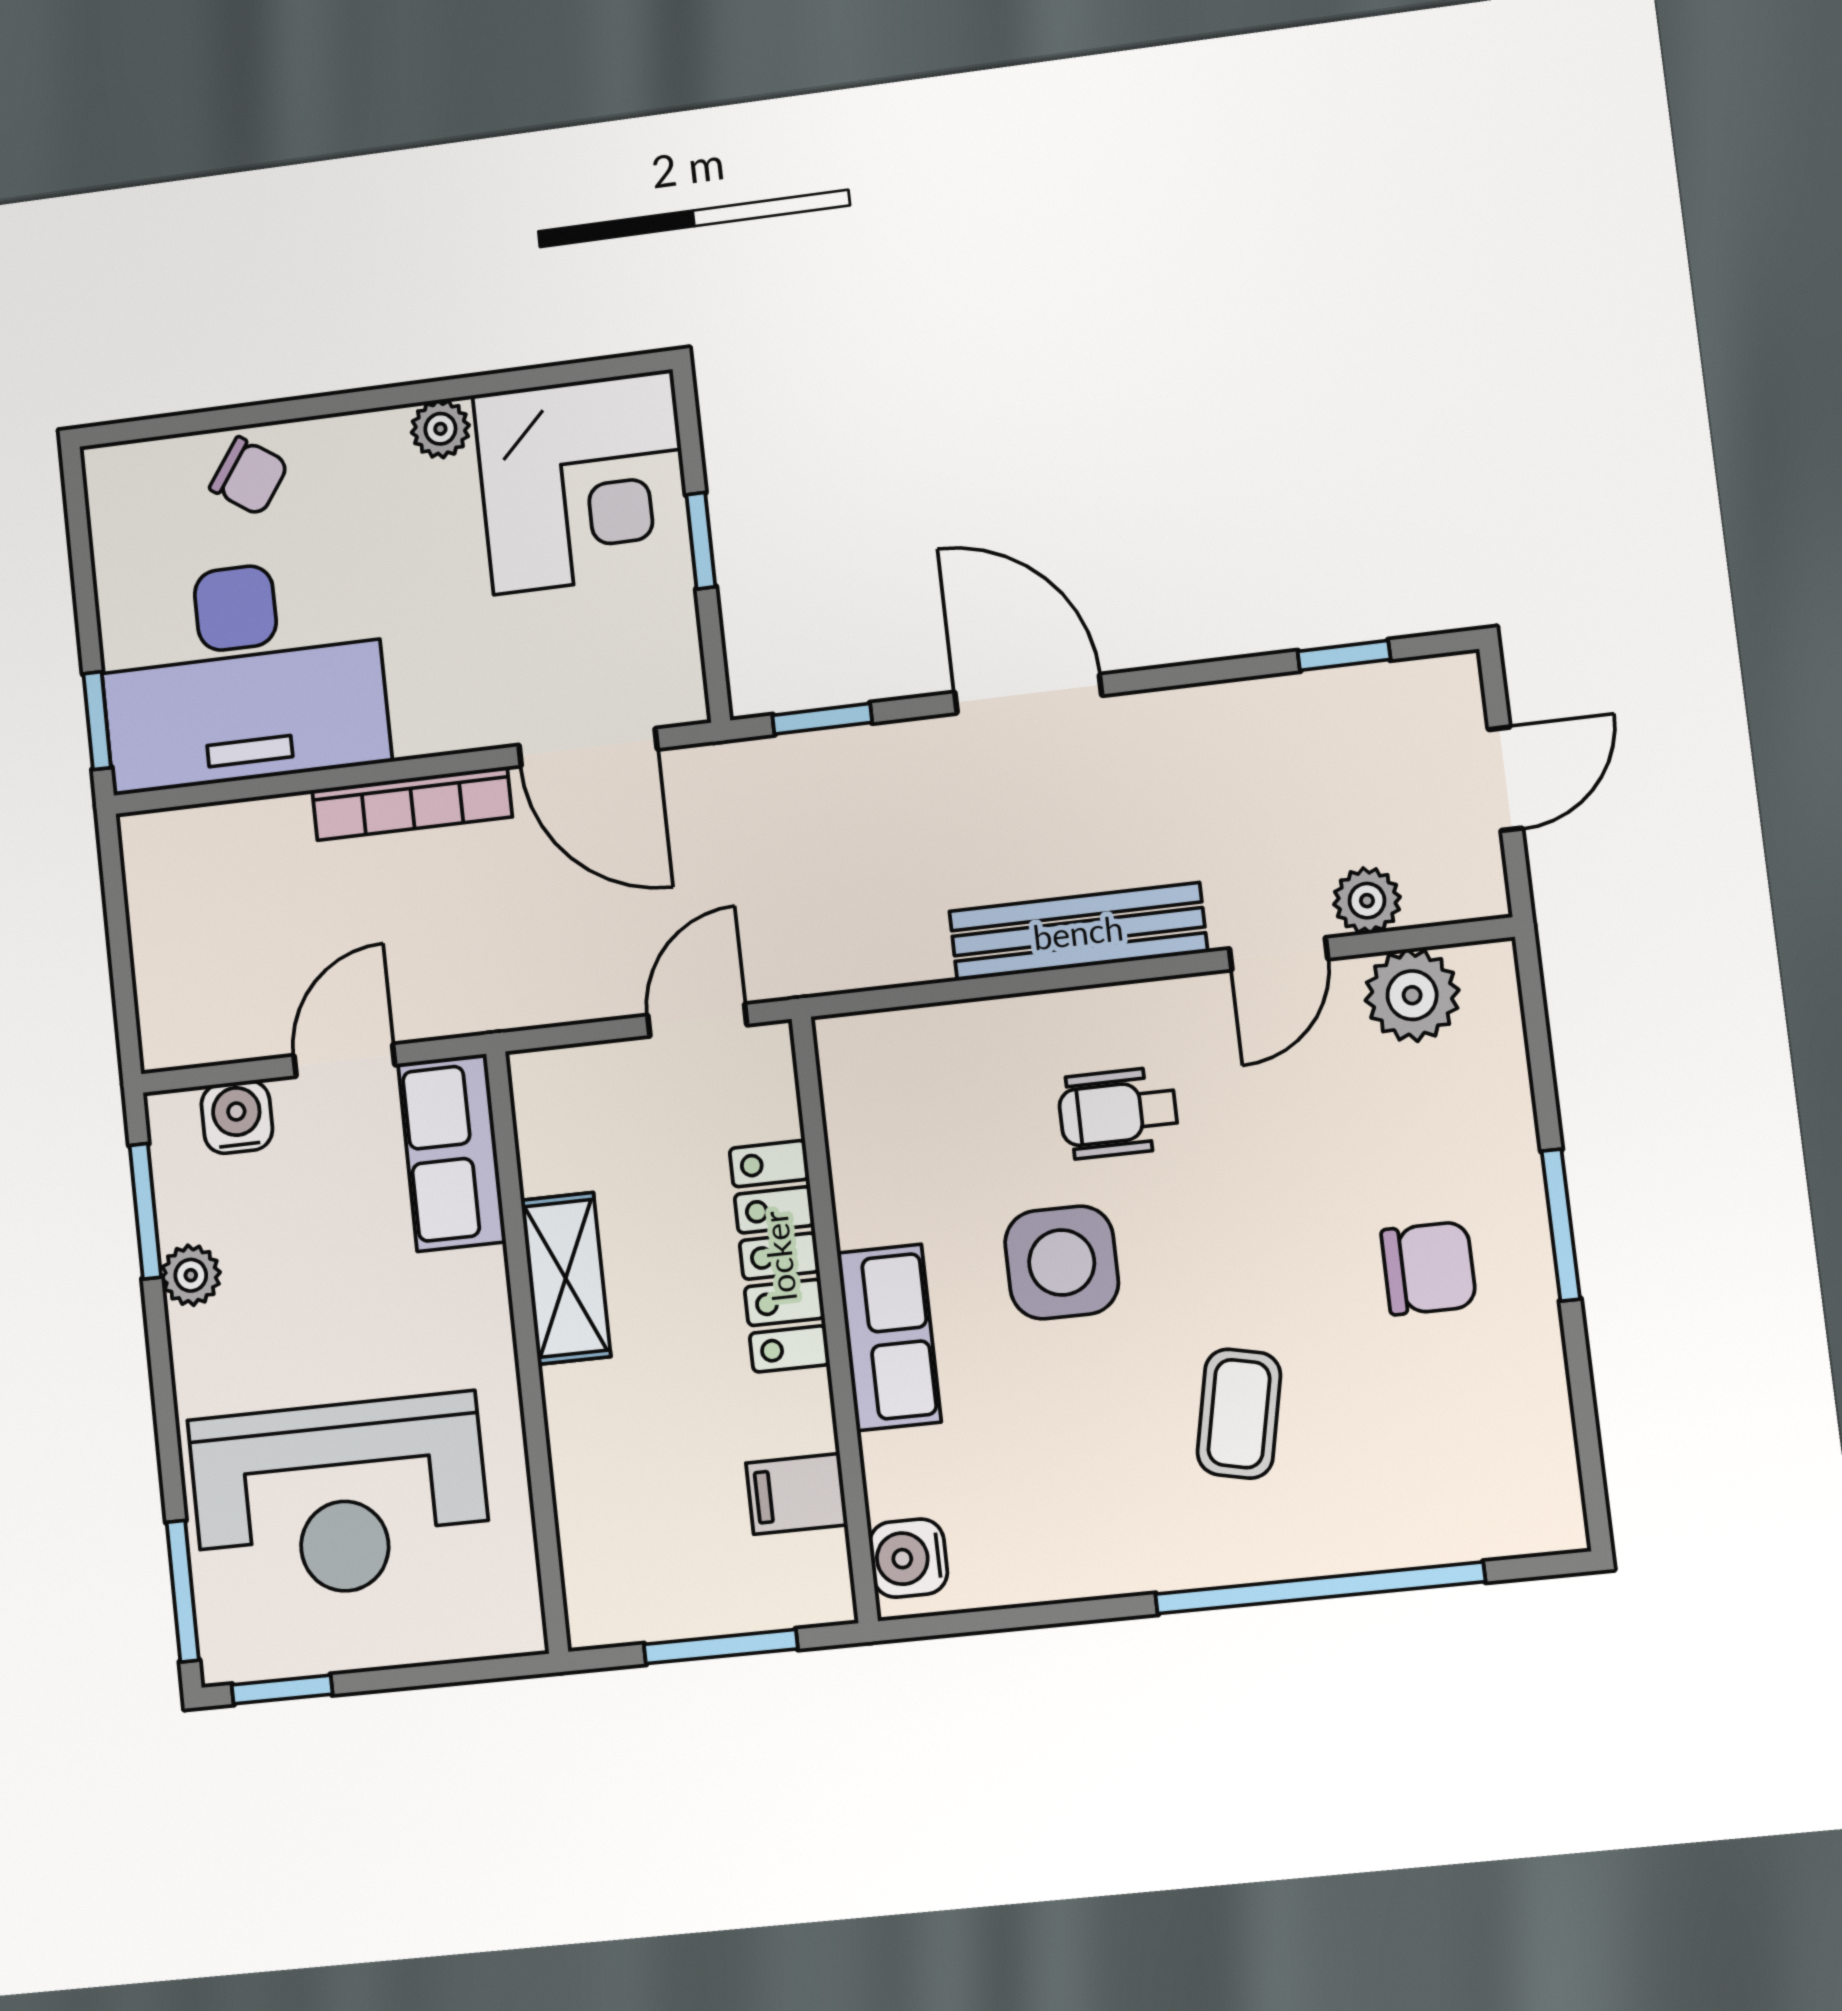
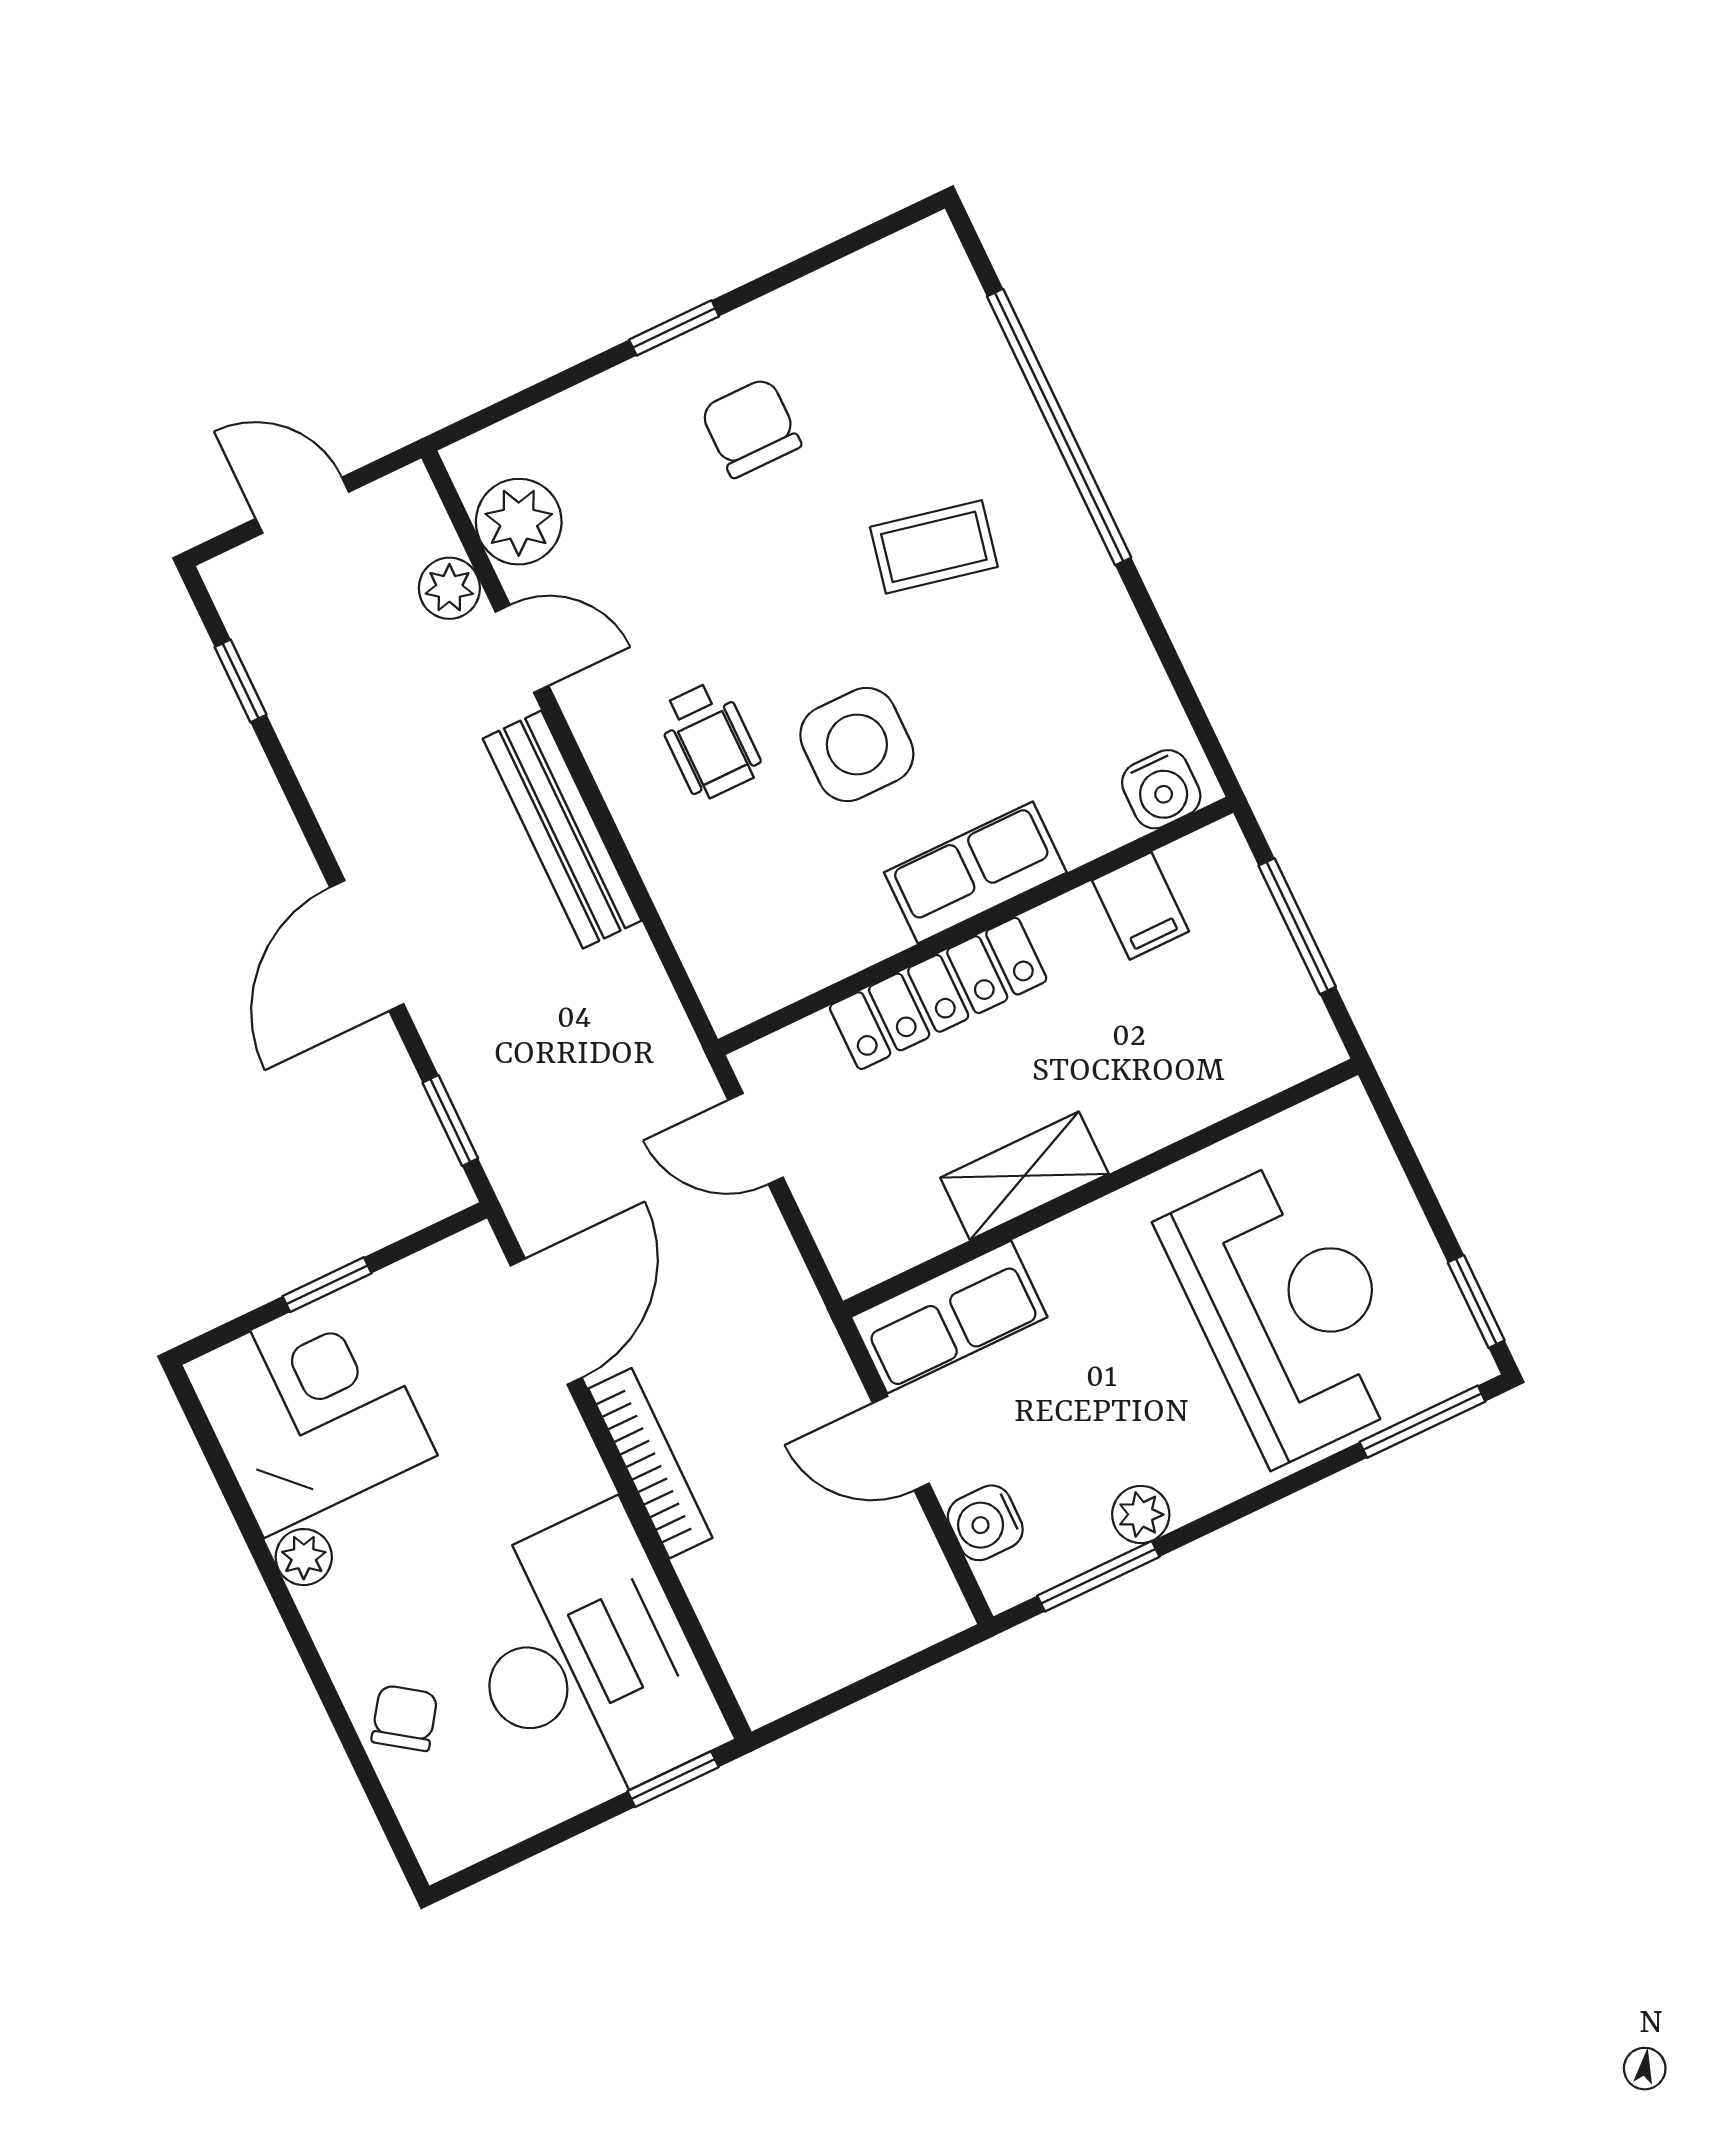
window: (1561, 1225) -> (674, 328), width x0.67

